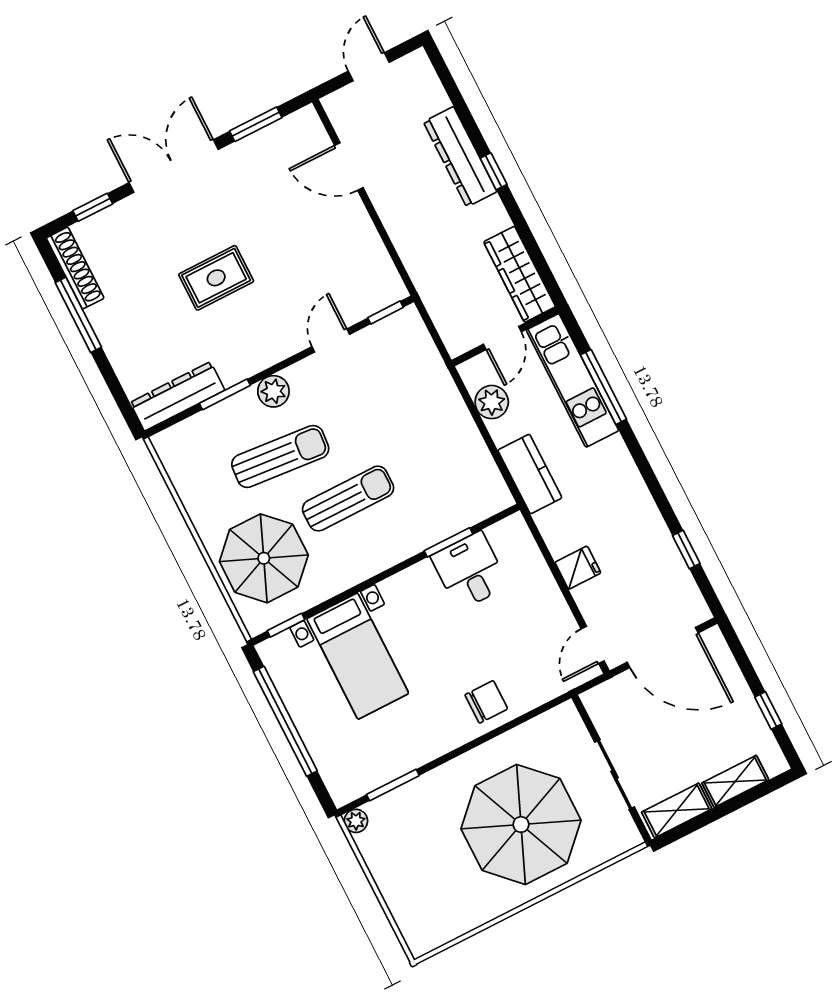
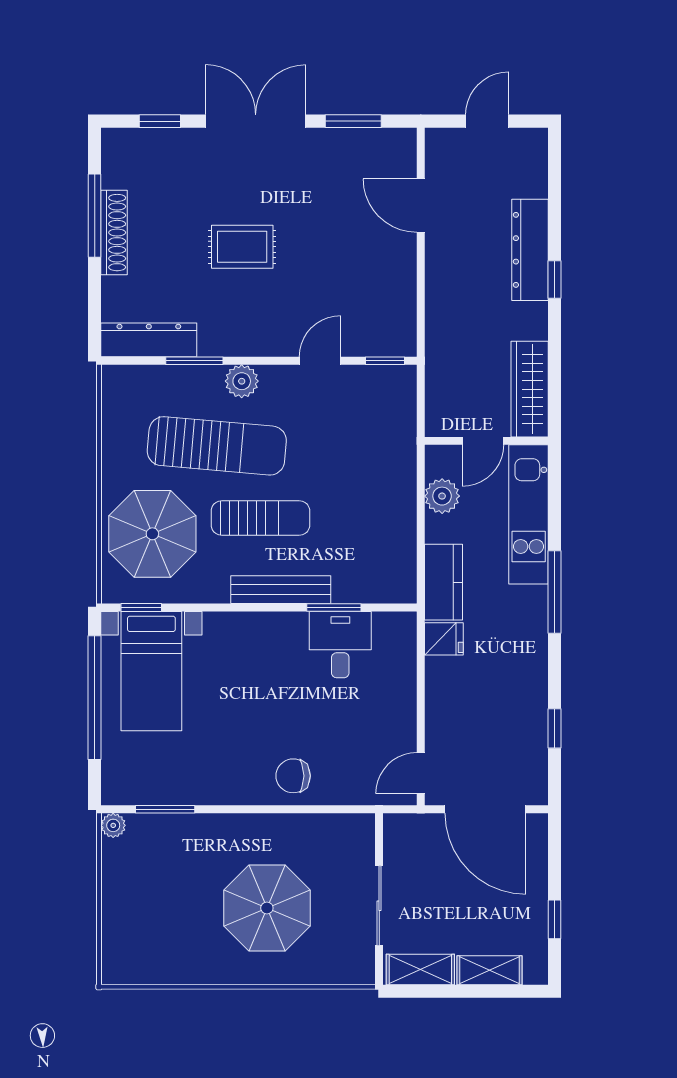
shoe rack: (75, 268) -> (114, 233), moved
window: (603, 387) -> (555, 592), moved
sun lounger: (280, 456) -> (217, 446), width x1.36, depth x1.34
bench: (396, 550) -> (281, 590), added
fridge: (578, 568) -> (444, 639), moved
bed with nightstands: (358, 656) -> (151, 671), moved
chair: (486, 702) -> (293, 776), turned 180
parasol: (521, 824) -> (267, 908), width x0.73, depth x0.73

